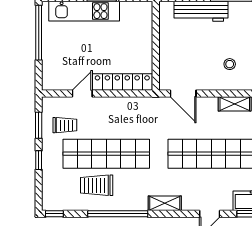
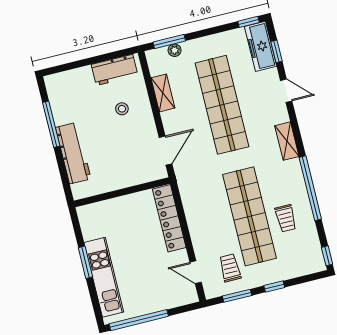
door: (82, 94) -> (196, 272), moved
trolley: (97, 185) -> (286, 218), width x0.73, depth x0.72

